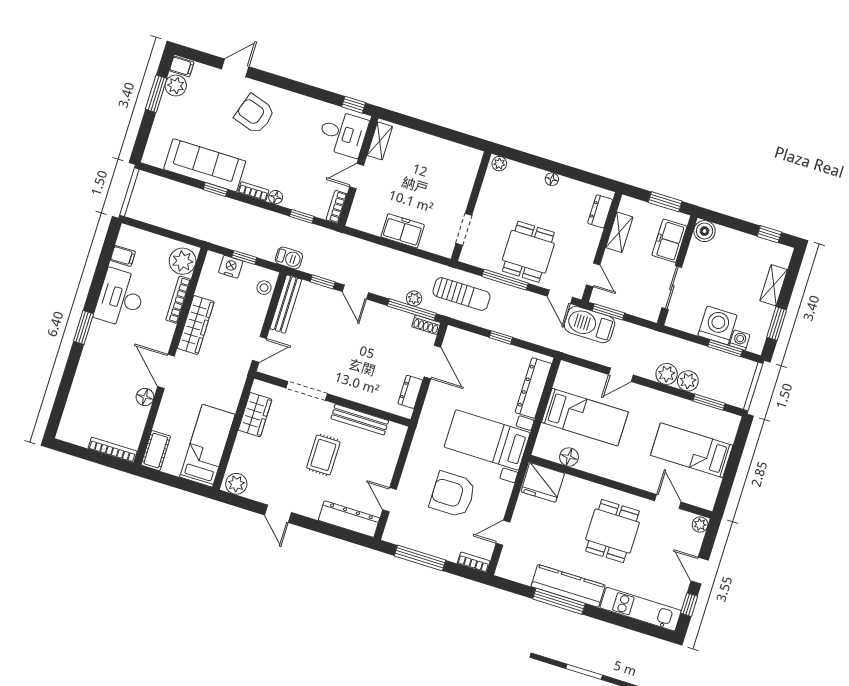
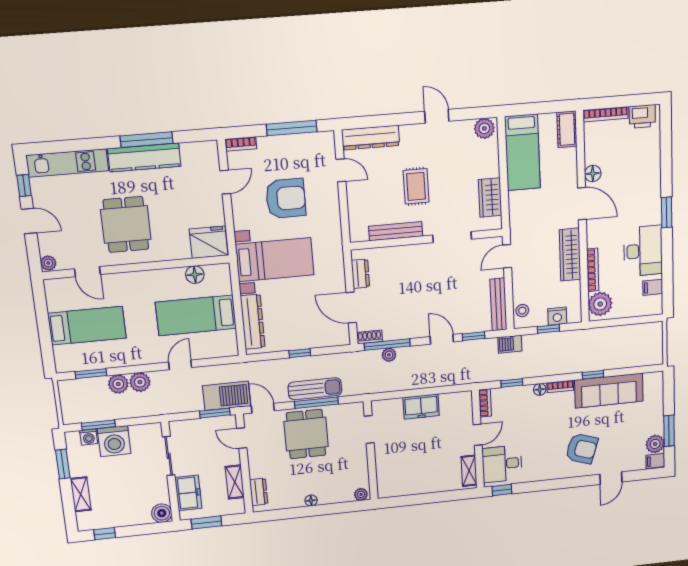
sun lounger: (461, 294) -> (315, 389), moved, turned 180
printer: (77, 433) -> (642, 116), added

